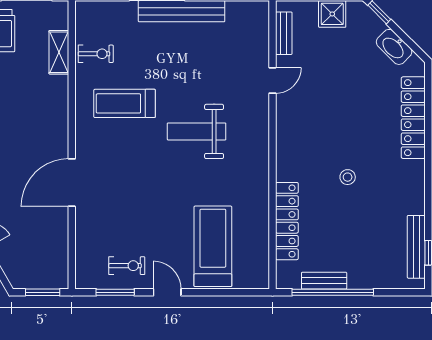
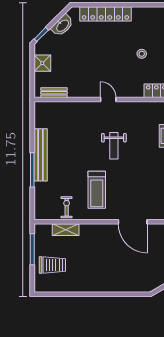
door: (273, 80) -> (108, 99), moved
weight bench: (197, 131) -> (114, 146), width x0.73, depth x0.75
door: (72, 183) -> (133, 222), moved

